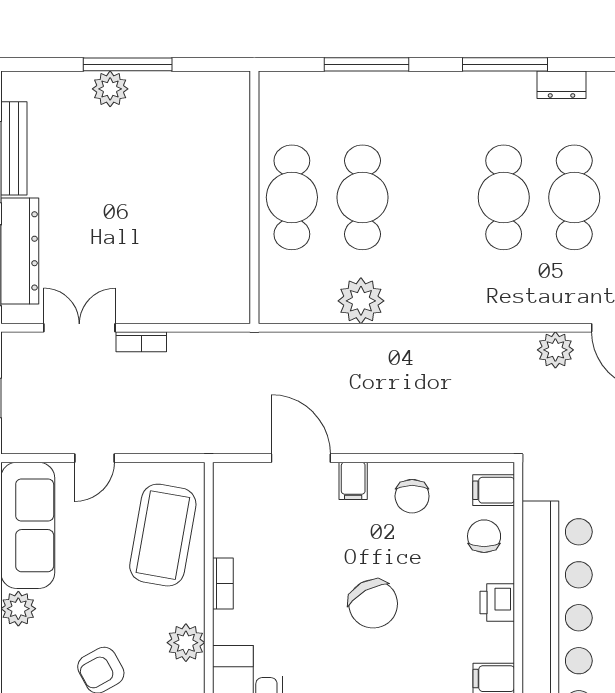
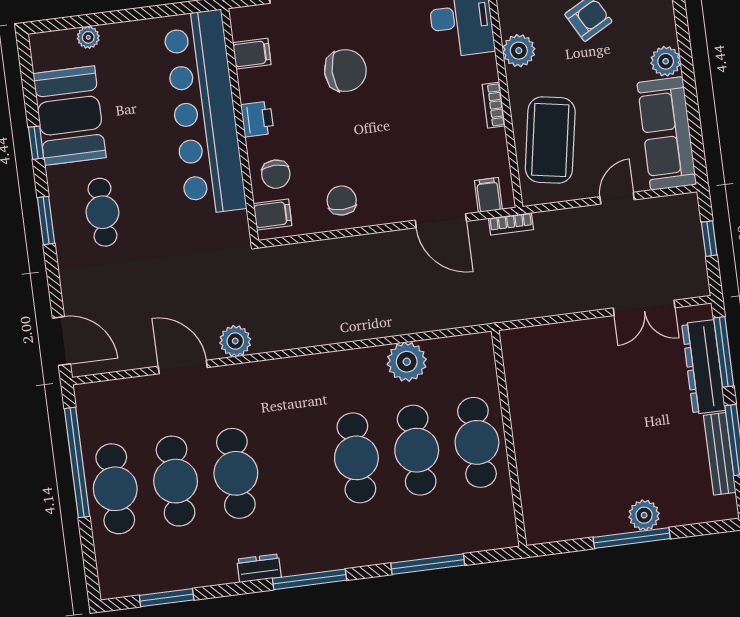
cafe table: (504, 197) -> (356, 458), moved
bookcase: (141, 342) -> (511, 224), moved, turned 180
filing cabinet: (353, 481) -> (488, 195), moved
chair: (373, 604) -> (345, 71), moved, turned 119

